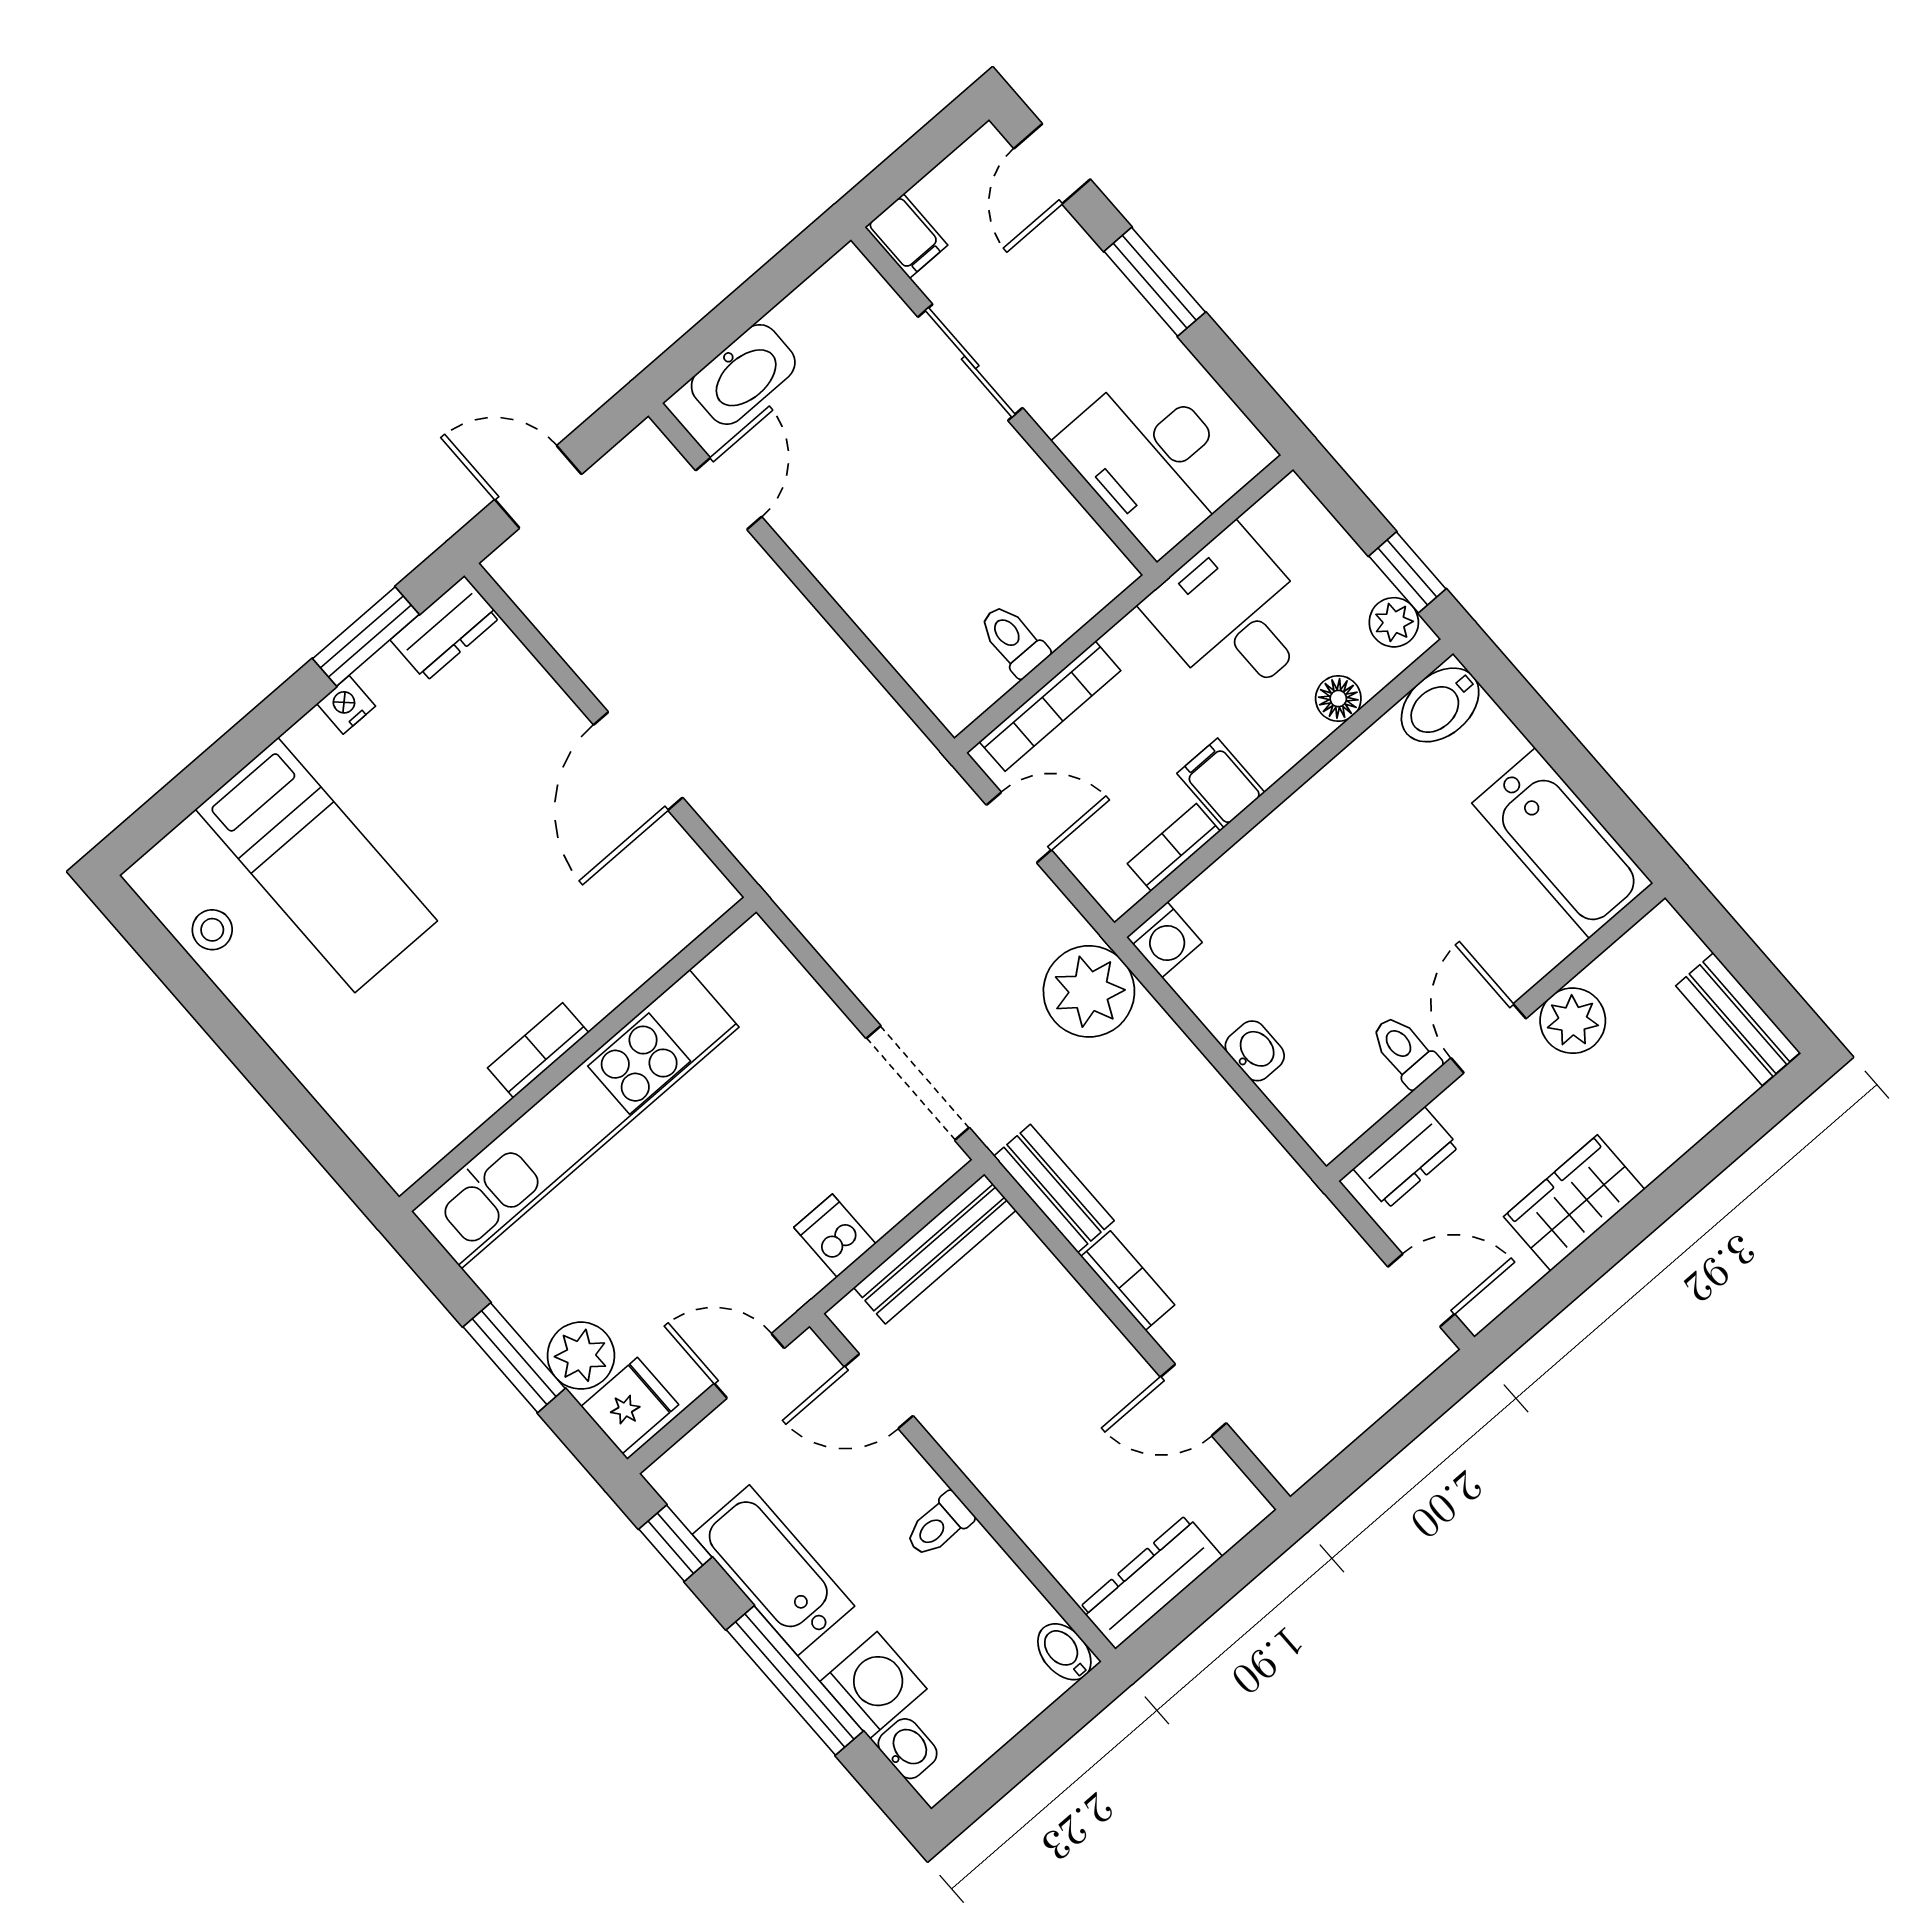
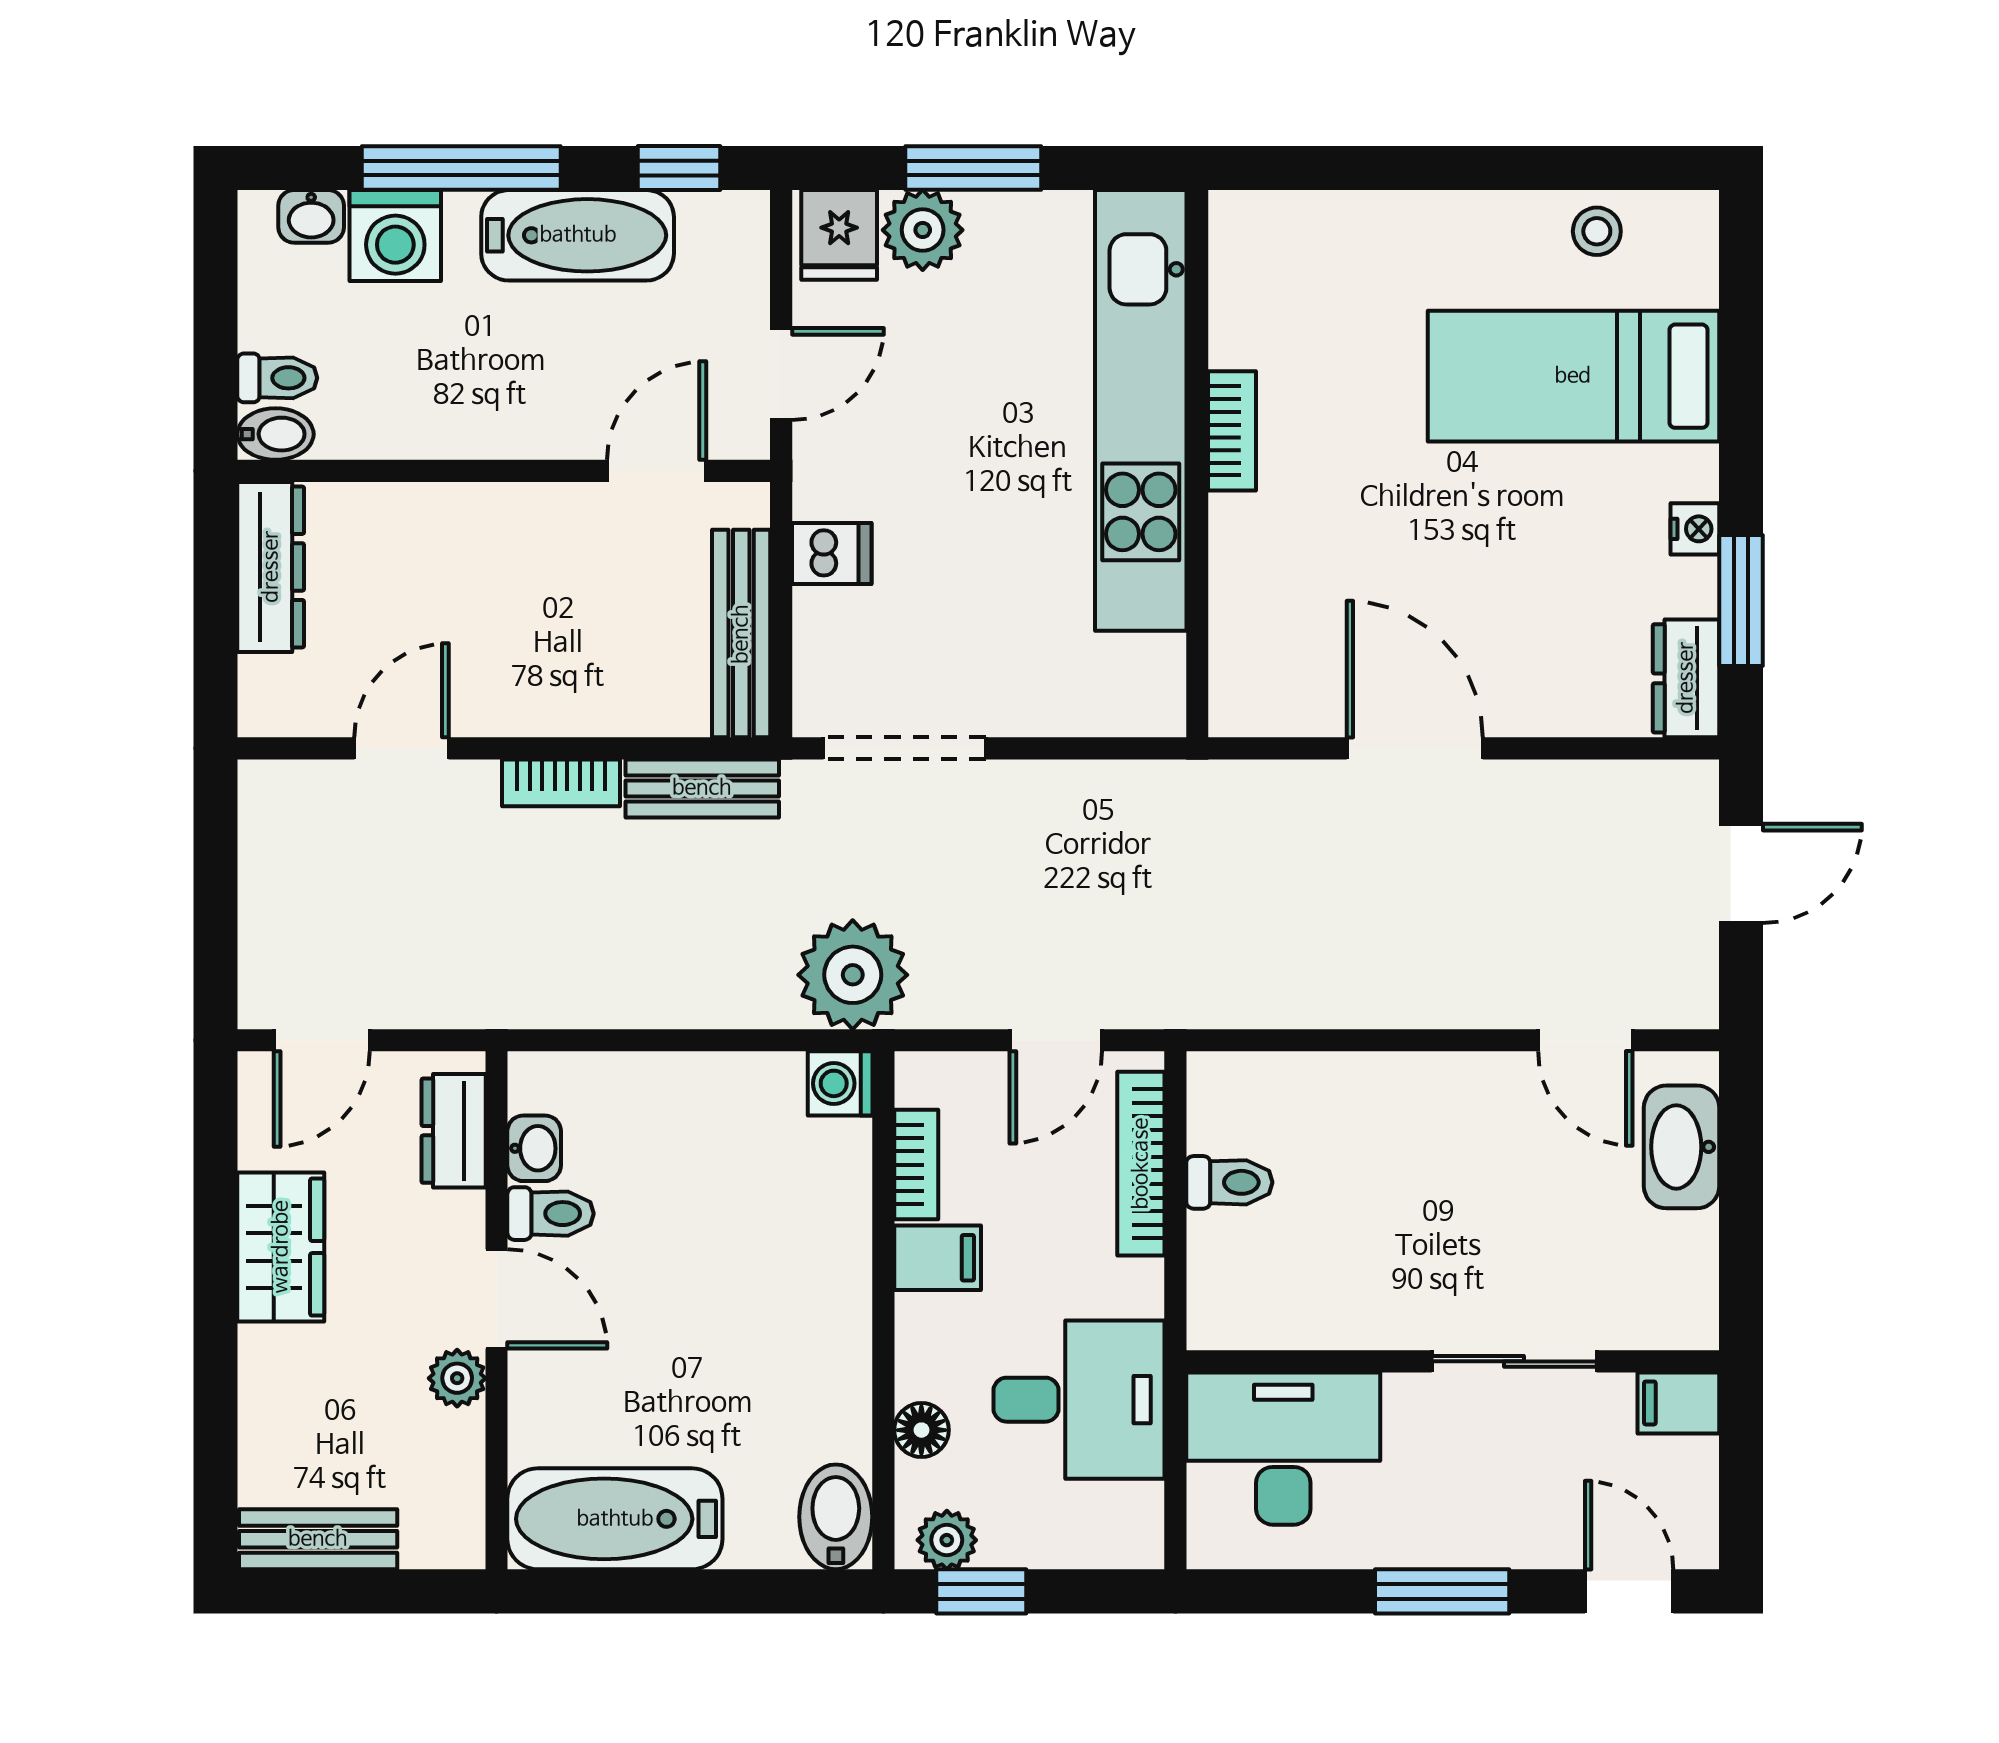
plant: (1573, 1021) -> (457, 1378), width x0.73, depth x0.73
washbasin: (1255, 1051) -> (534, 1148), moved, turned -90
toilet: (939, 1525) -> (277, 378), moved, turned 90

